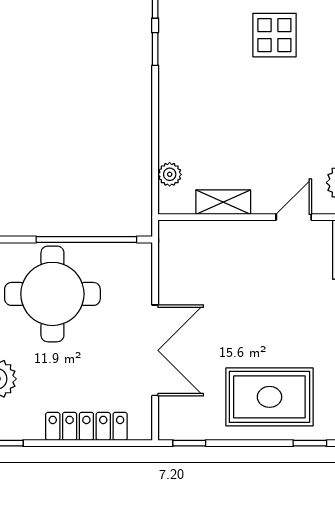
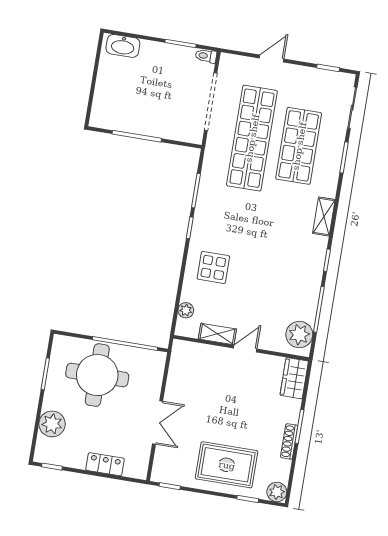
display table: (274, 35) -> (213, 267), moved
door: (294, 217) -> (245, 349), moved
double door: (155, 350) -> (158, 422), width x0.73
locker: (86, 426) -> (105, 464), width x0.66

